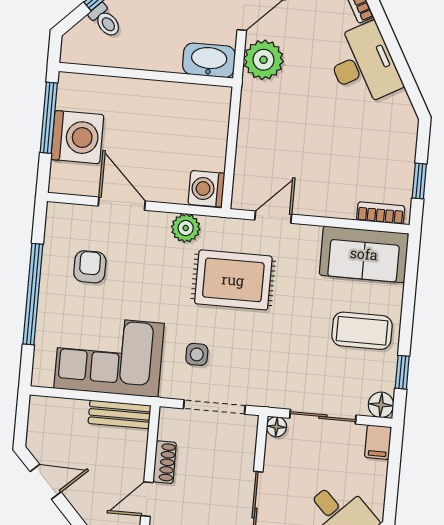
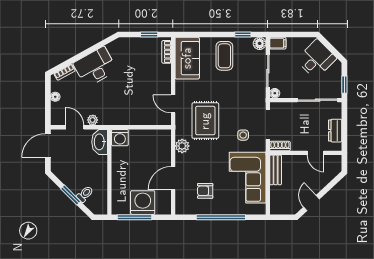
plant: (264, 60) -> (93, 120), width x0.53, depth x0.53
washing machine: (206, 189) -> (120, 138), moved
shoe rack: (165, 462) -> (280, 146), moved

